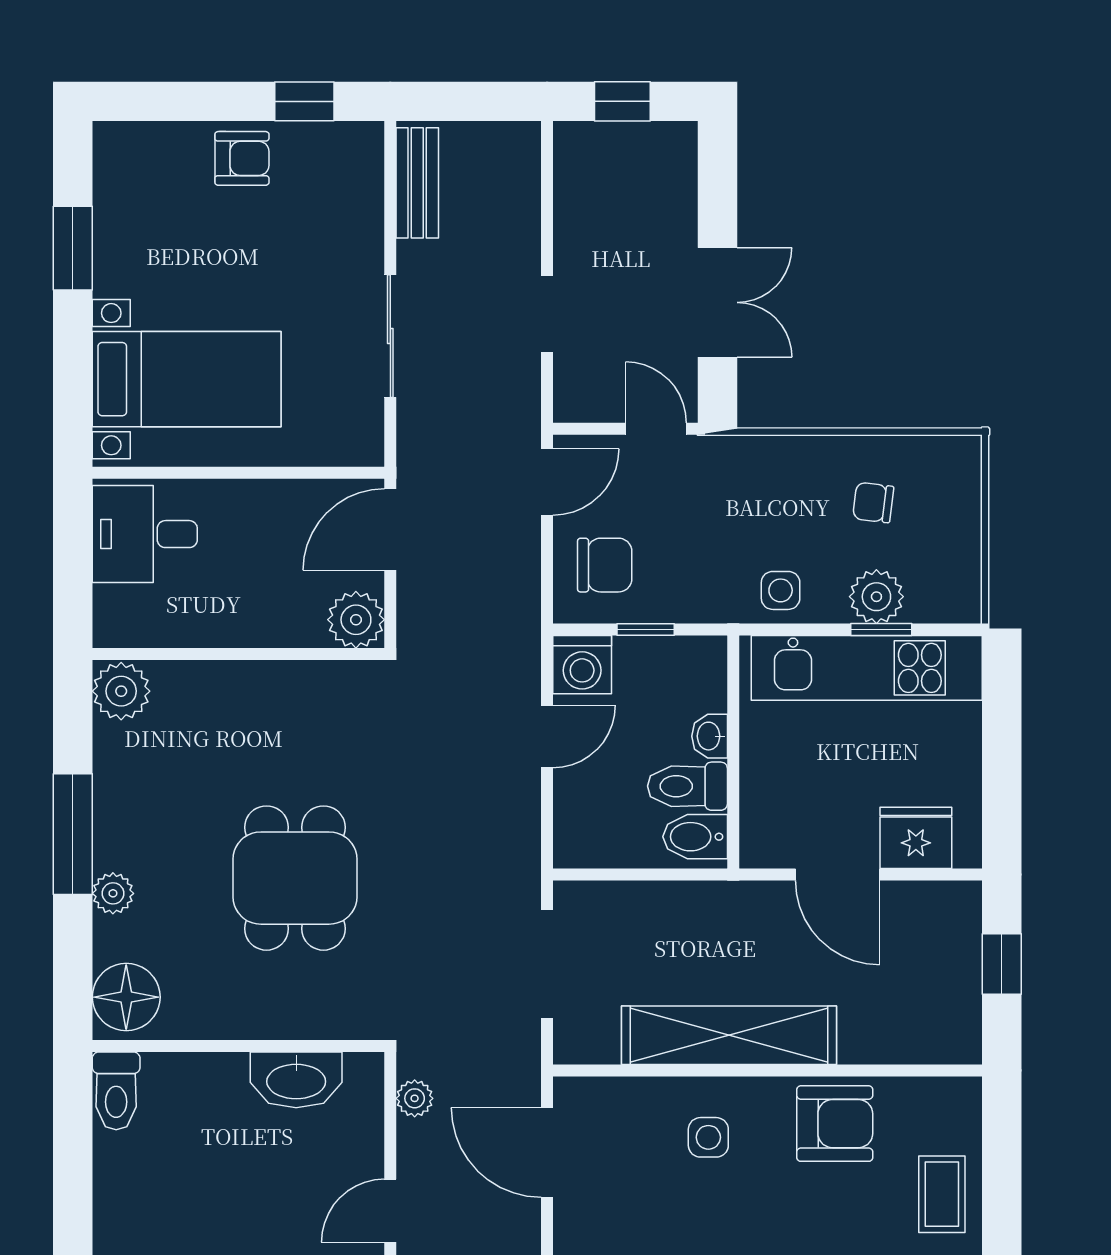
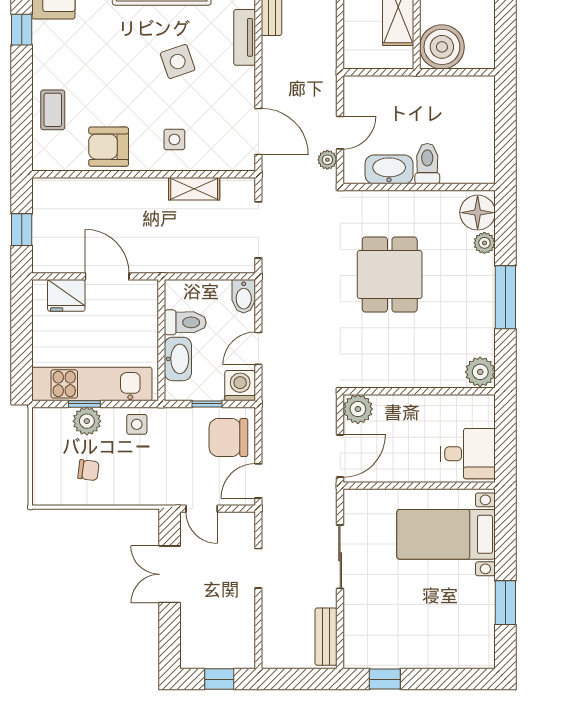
armchair: (242, 158) -> (417, 649), removed
chair: (605, 565) -> (228, 438), width x1.37, depth x1.37
washbasin: (710, 736) -> (178, 359), width x1.91, depth x1.45
bidet: (695, 837) -> (244, 296), moved, turned 90
plant: (113, 893) -> (484, 243), moved
shelving: (729, 1035) -> (194, 189), width x0.45, depth x0.75
toilet: (116, 1091) -> (427, 164), moved
door: (390, 1211) -> (340, 133), moved

